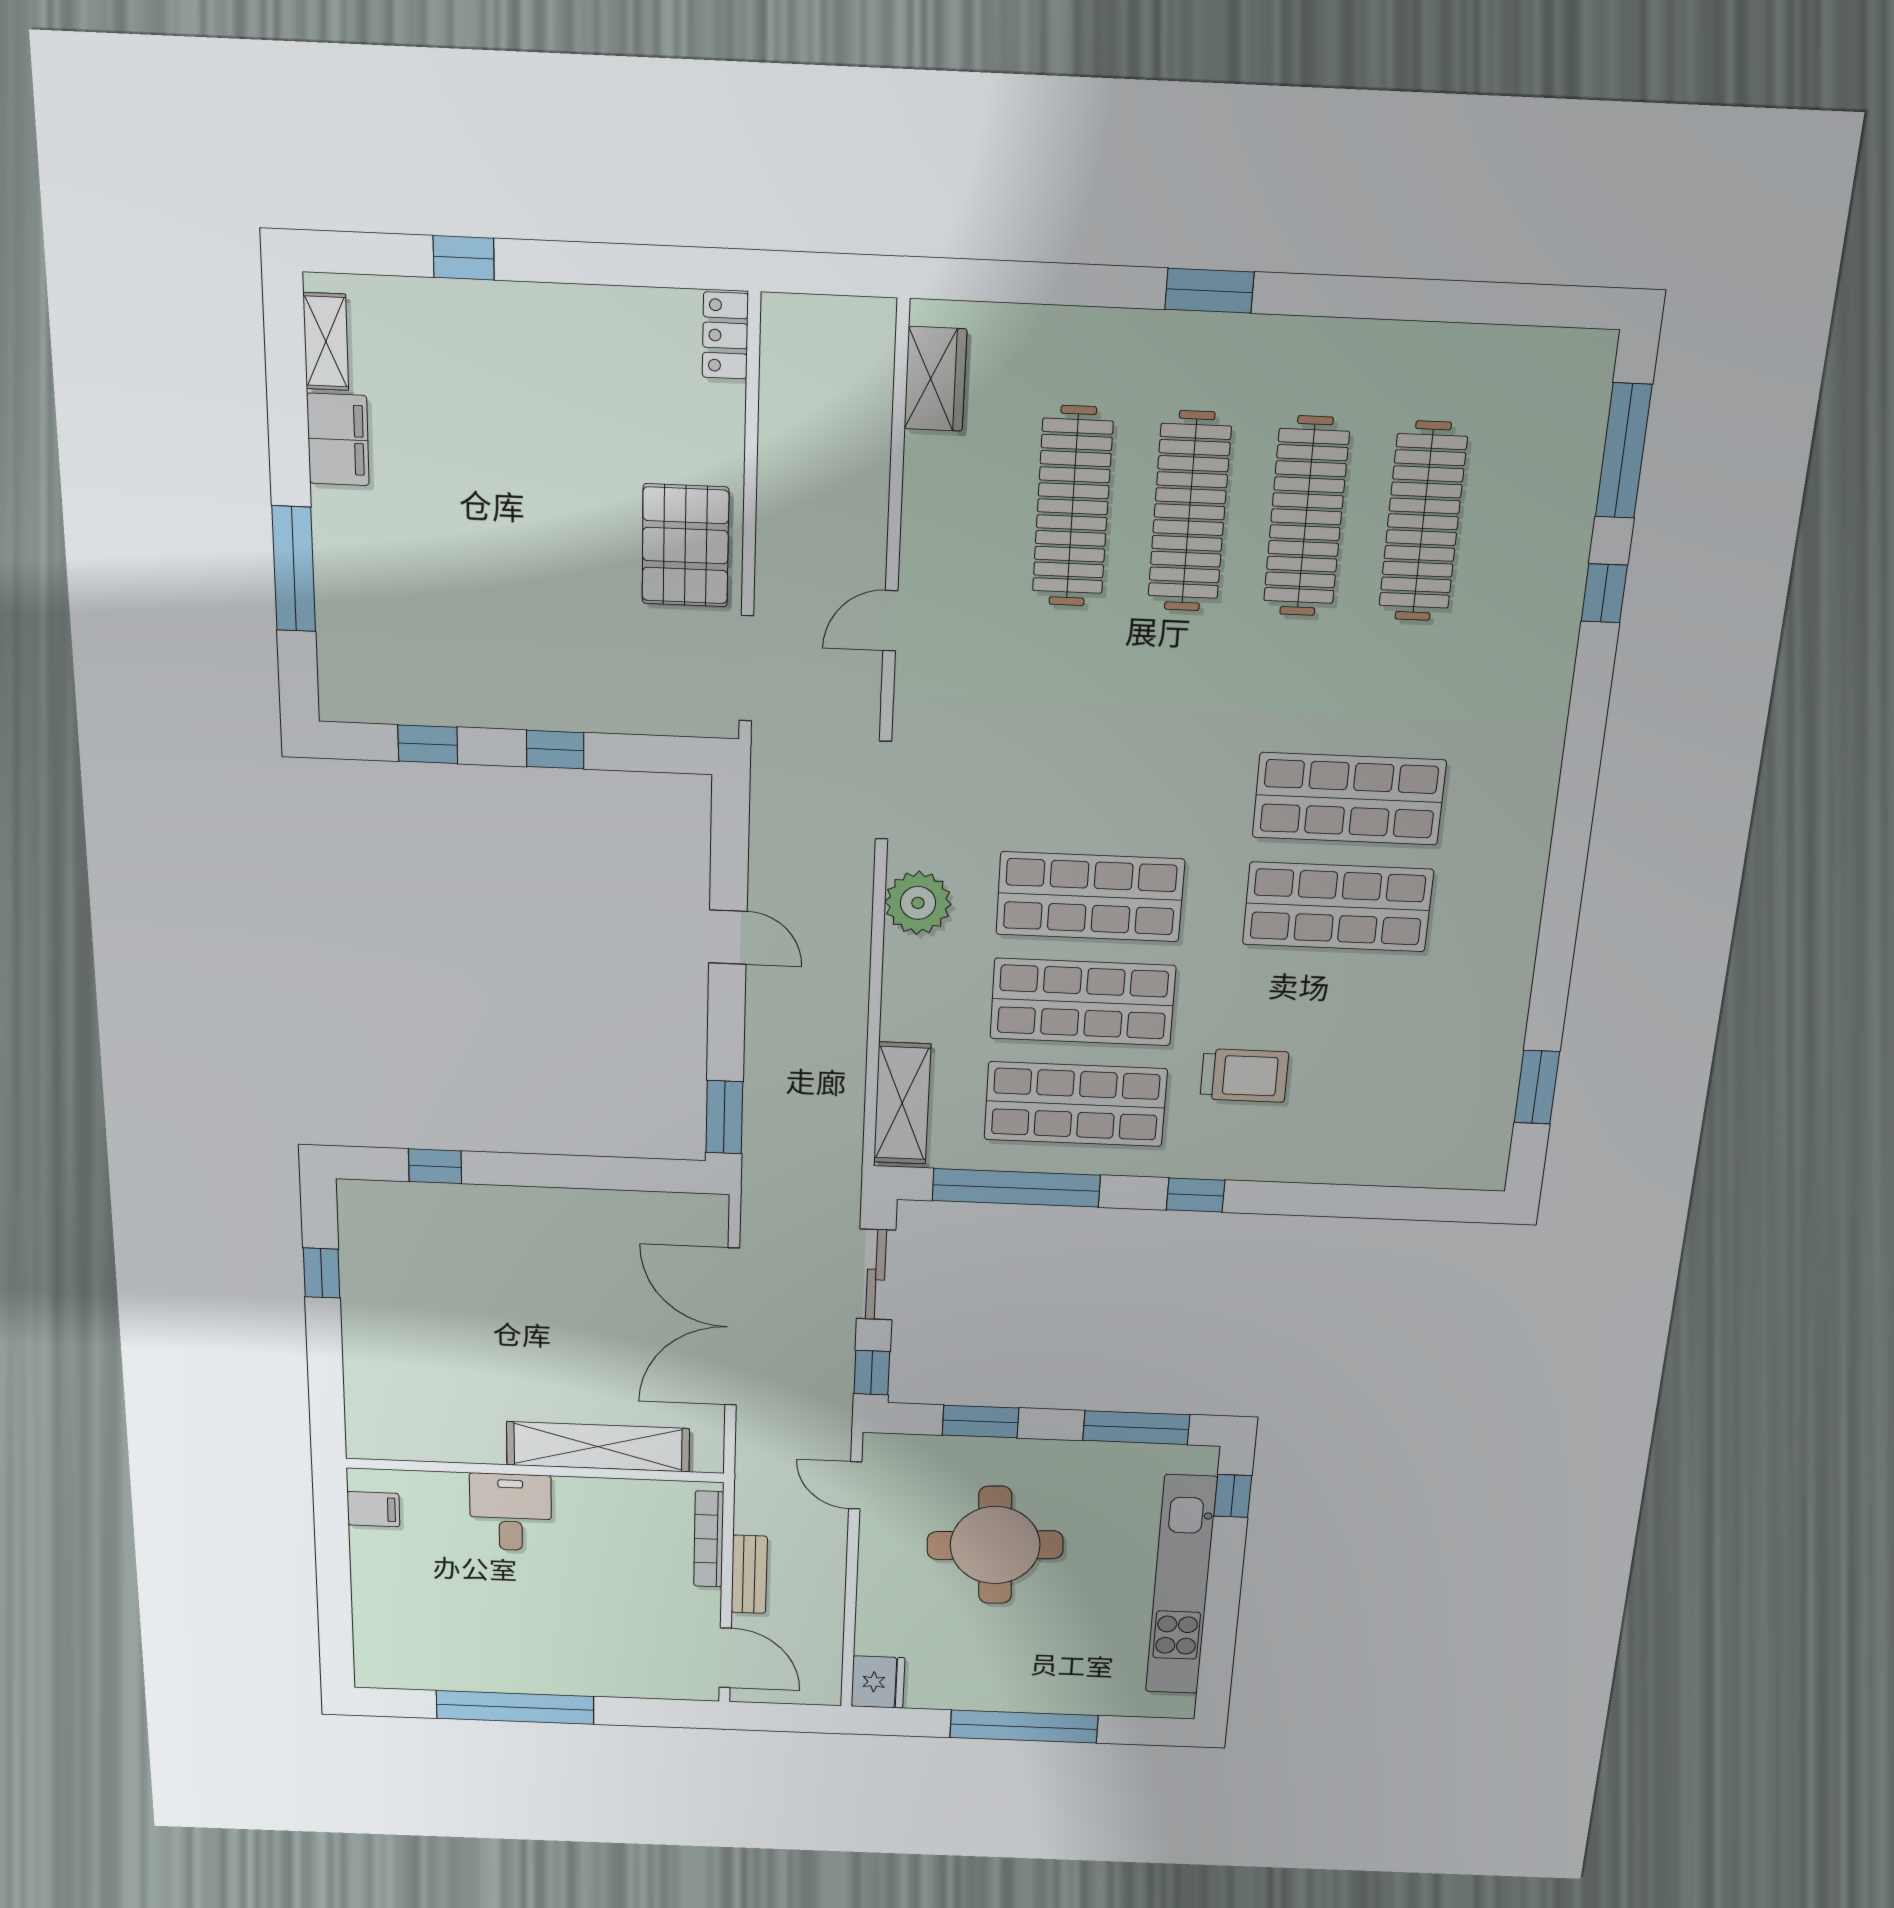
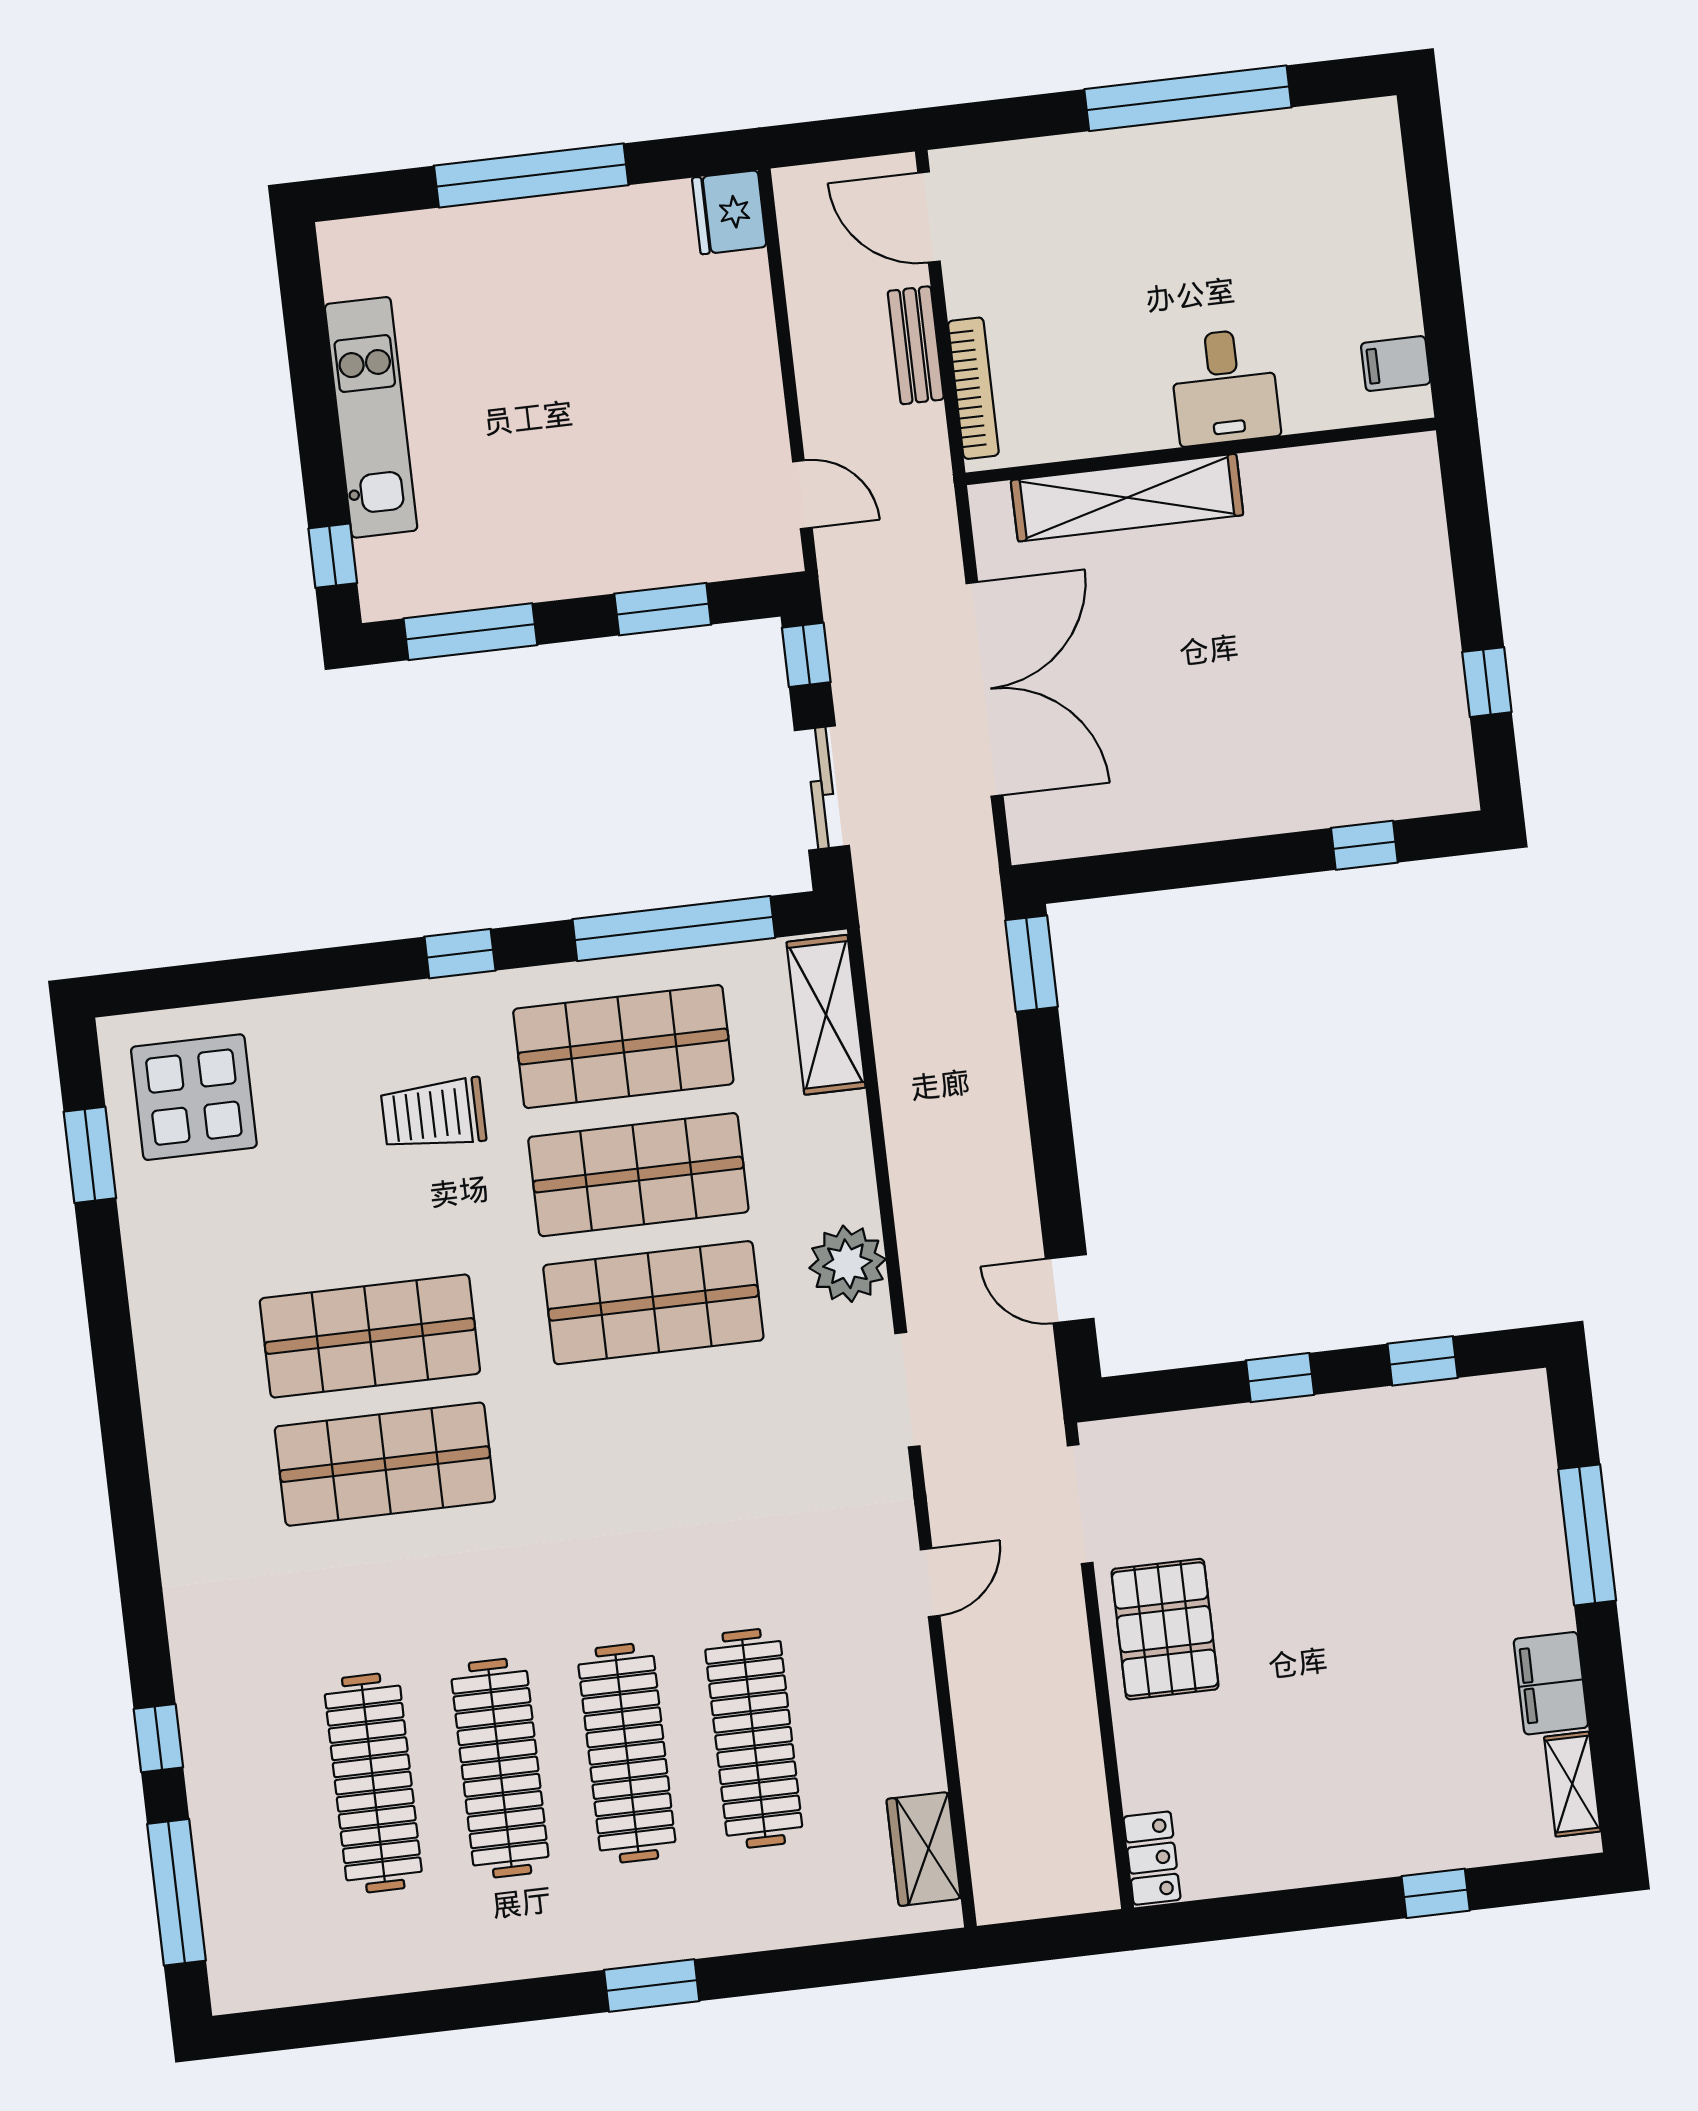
door: (728, 937) -> (1070, 1289), moved
display table: (1440, 1119) -> (194, 1097), added
round table: (995, 1545) -> (615, 438), removed
kitchen unit: (1181, 1585) -> (371, 417), width x0.73

